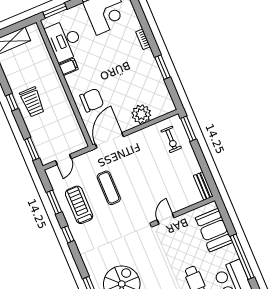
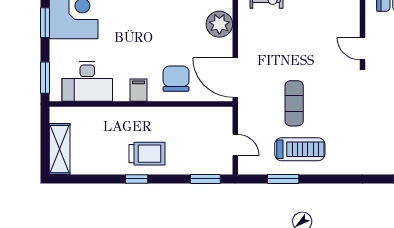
filing cabinet: (68, 67) -> (139, 90), moved
exercise mat: (109, 188) -> (294, 103), turned 90
treadmill: (79, 205) -> (300, 149), turned 180
window: (68, 234) -> (331, 179), removed

